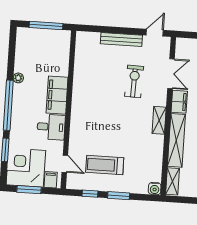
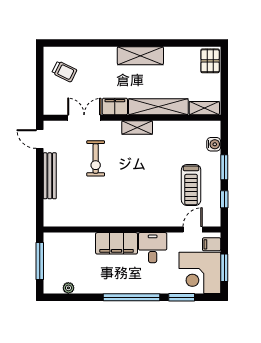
plant: (18, 78) -> (68, 288), moved
exercise bike: (134, 81) -> (96, 158), turned -92
water cooler: (155, 189) -> (214, 144), moved

